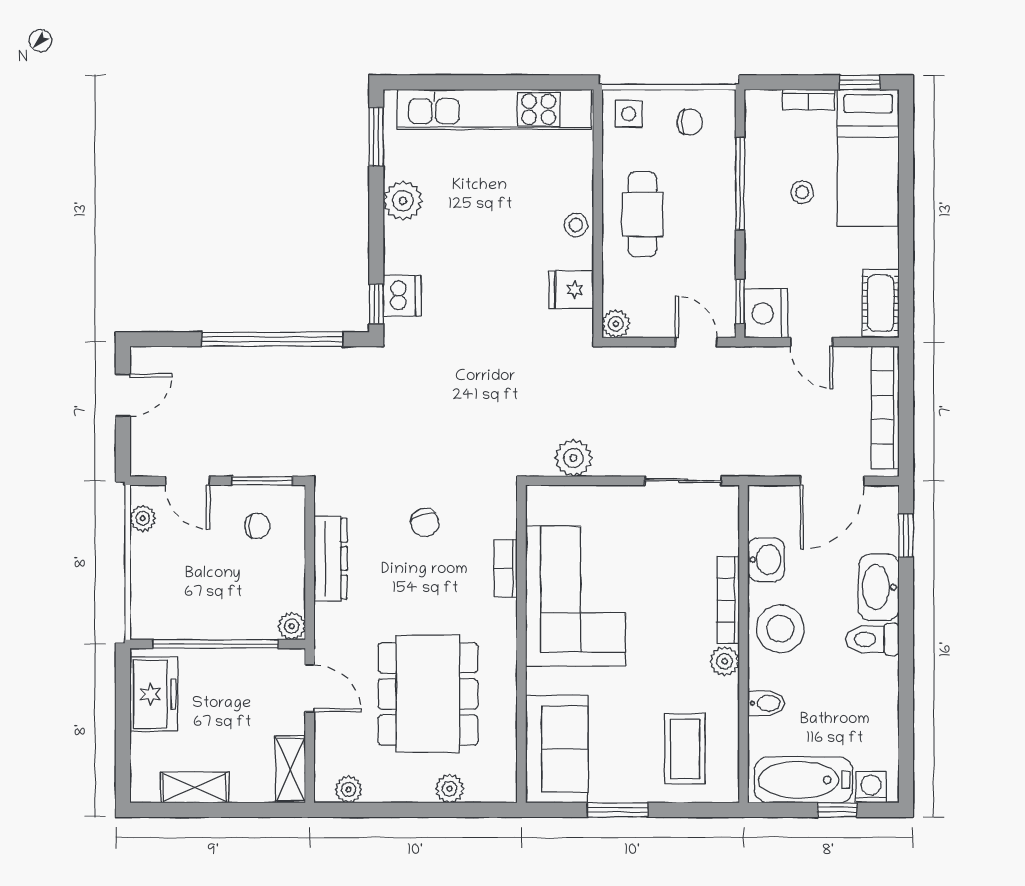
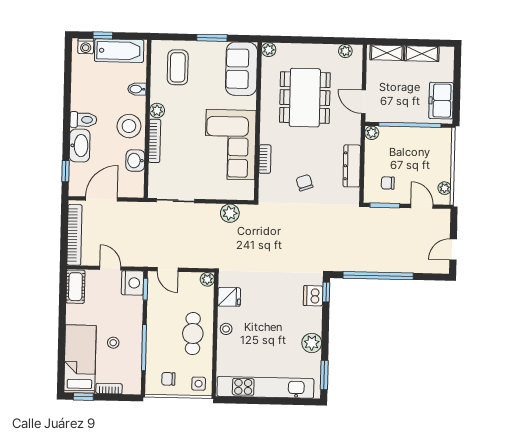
shelving: (290, 769) -> (387, 53), moved, turned 90
plant: (450, 789) -> (269, 50), moved

